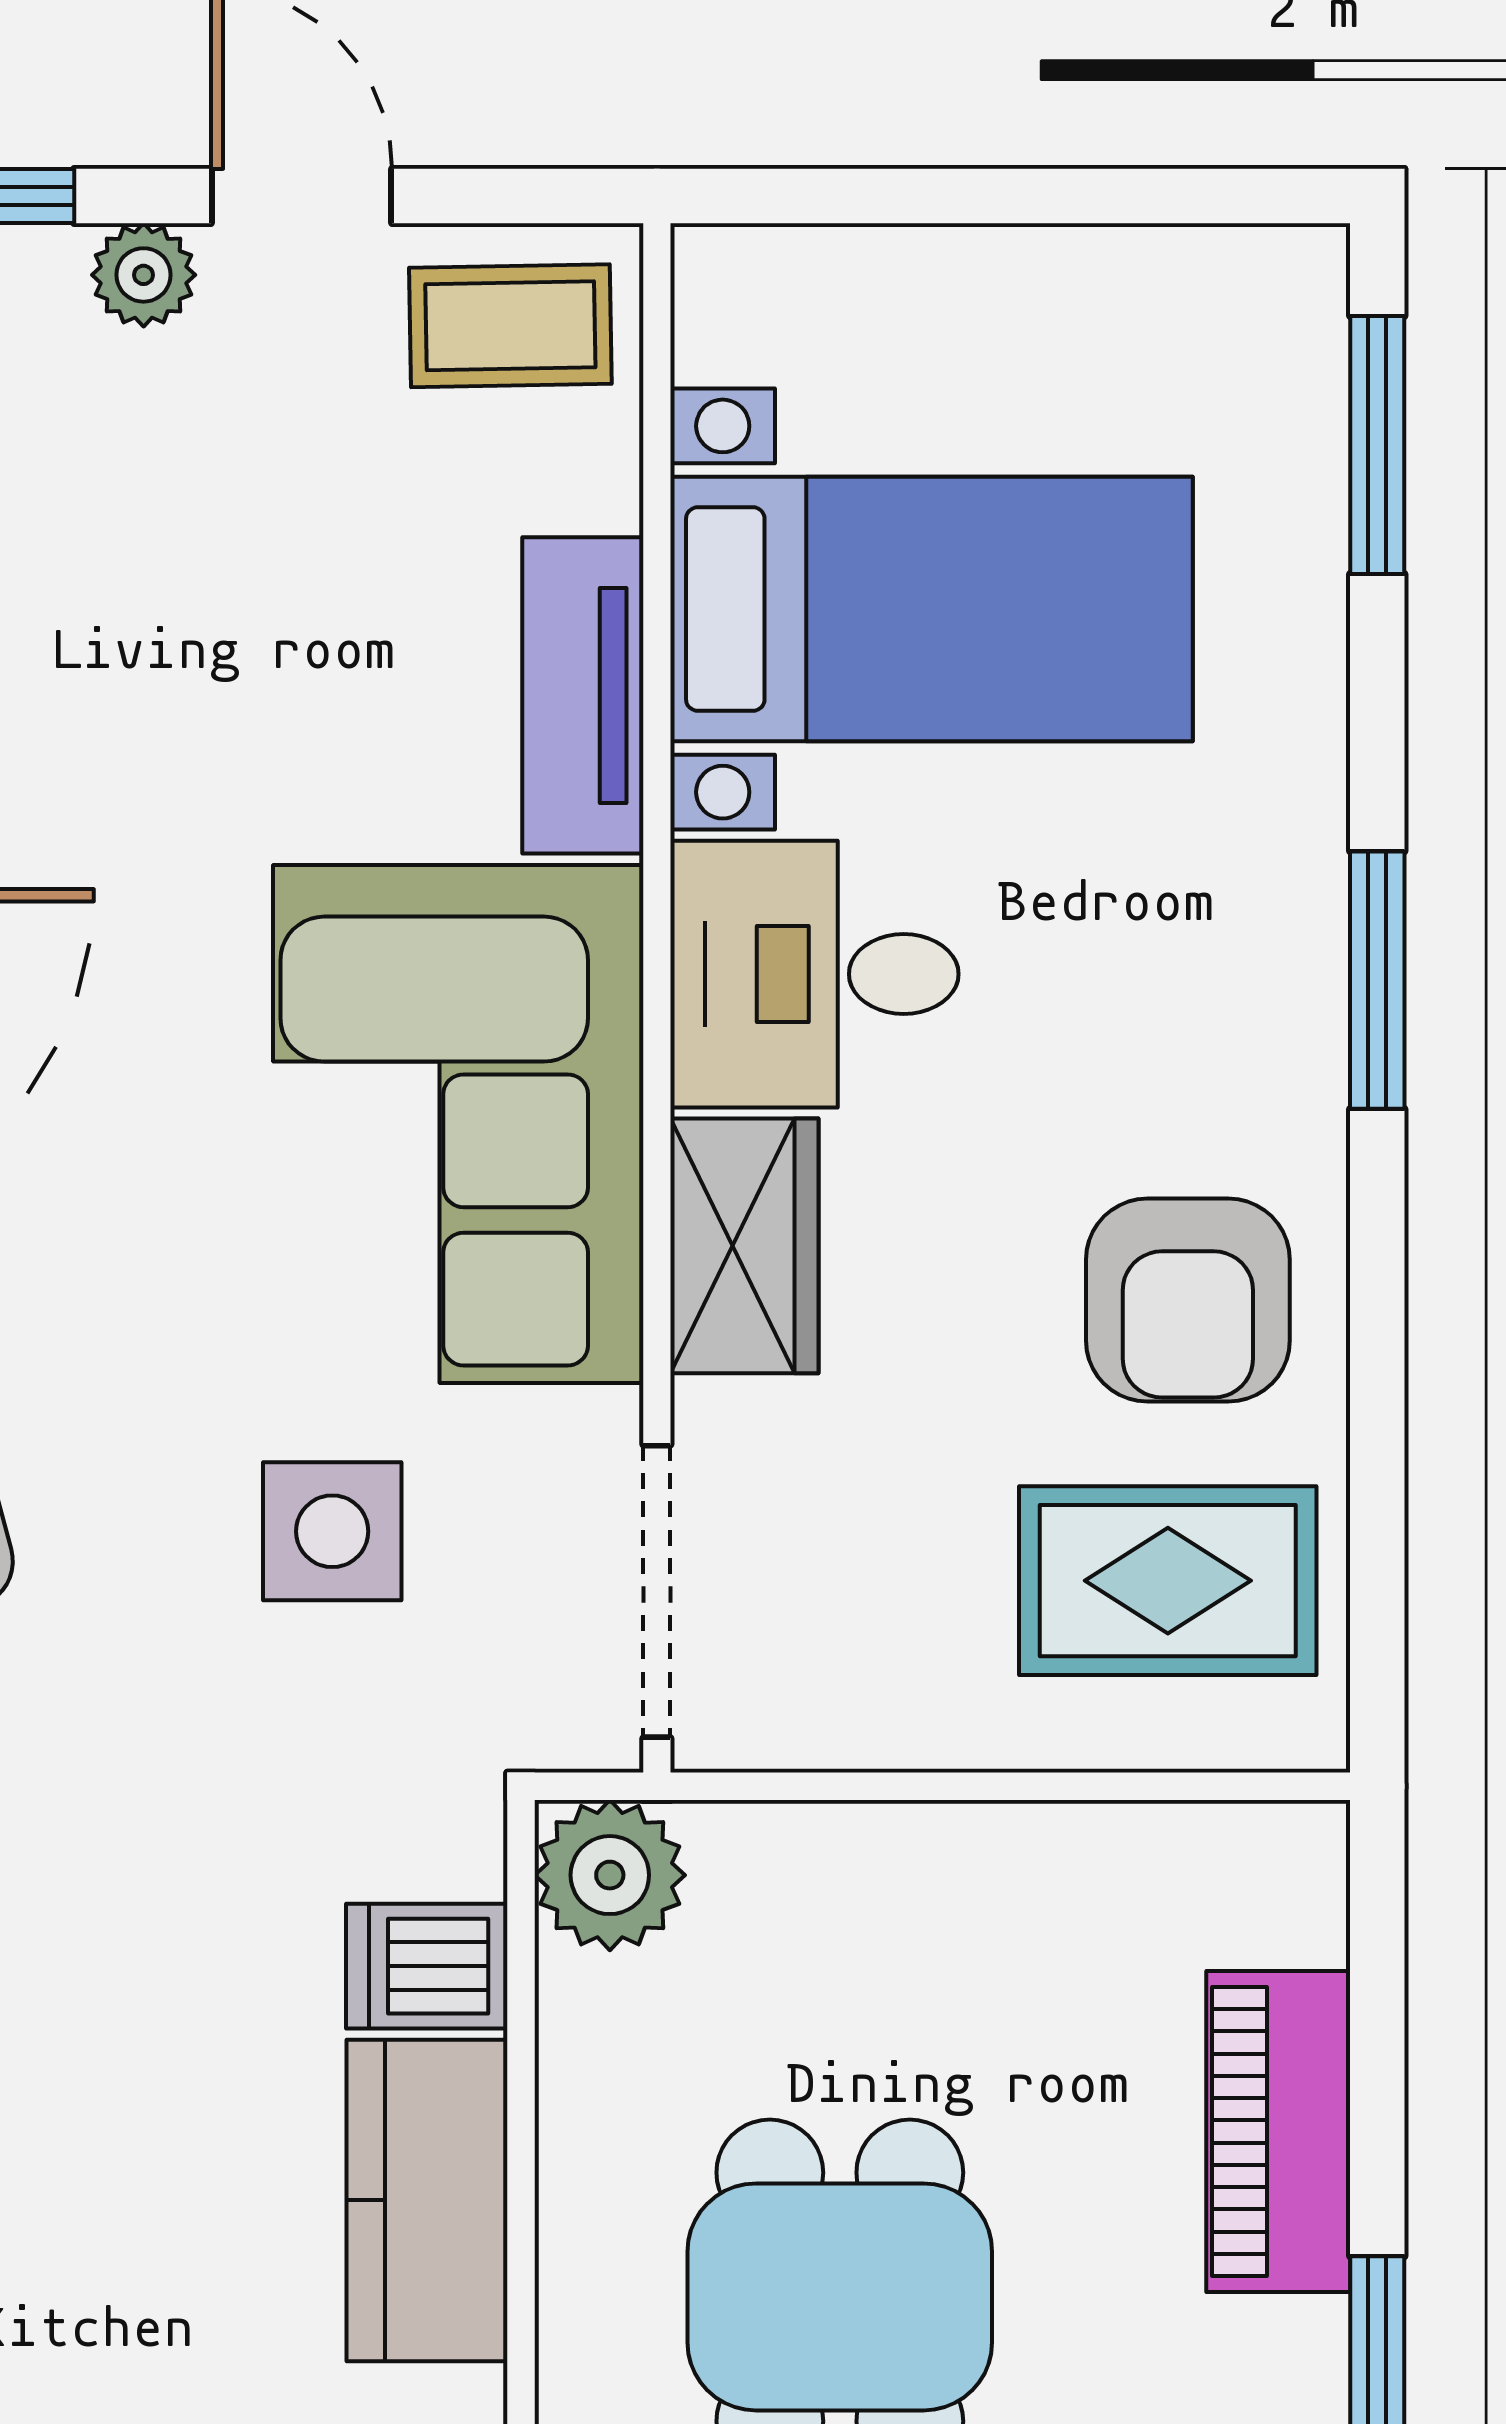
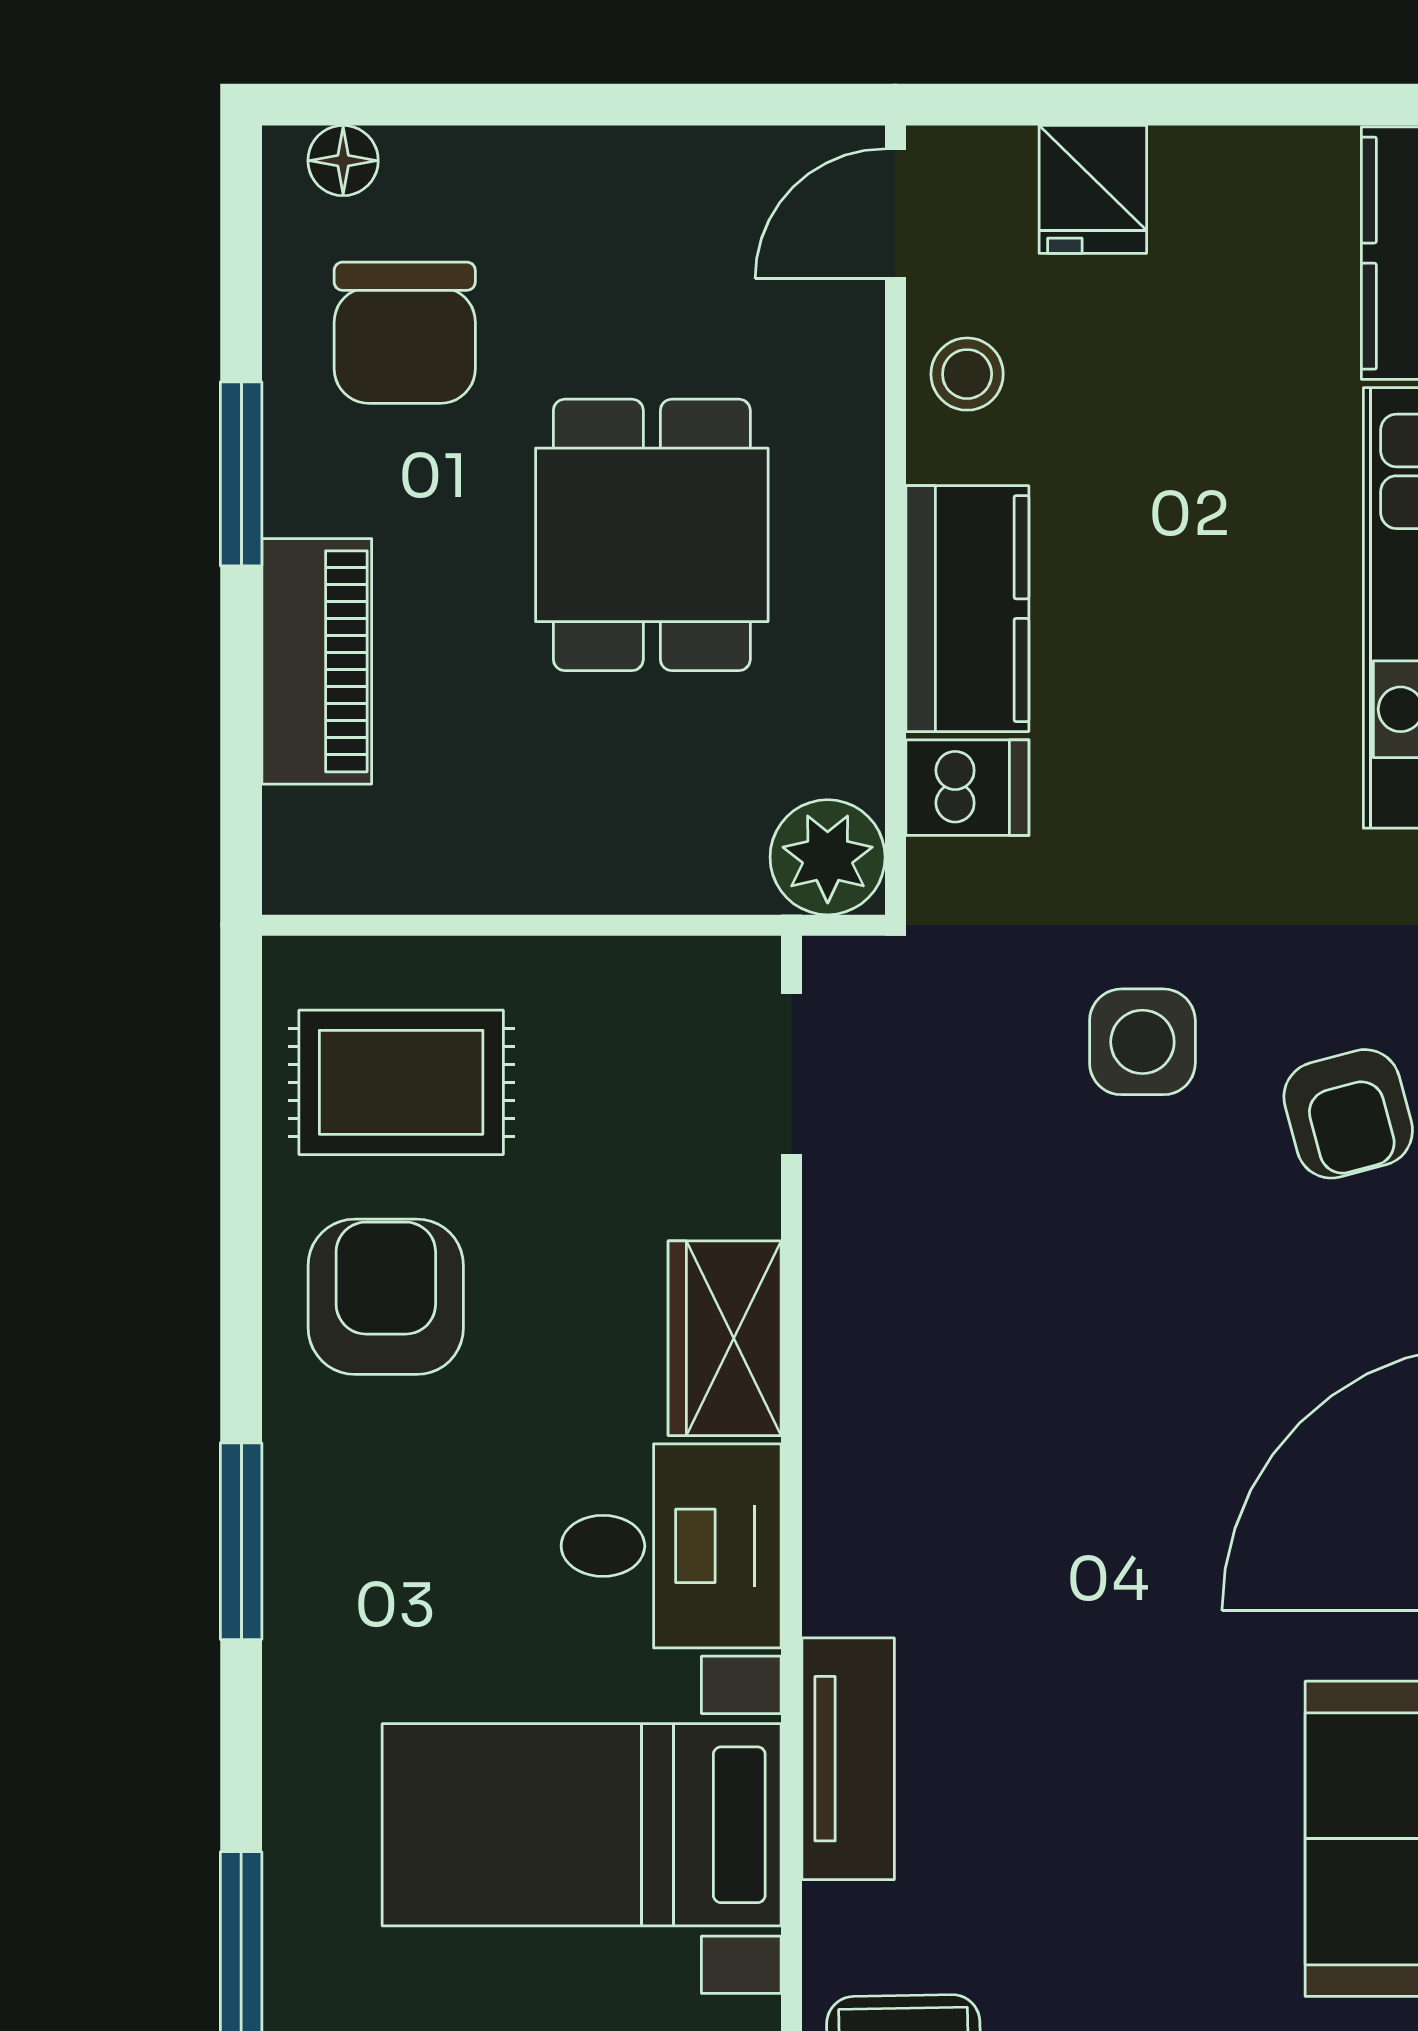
corner sofa: (458, 1124) -> (943, 1431), removed
side table: (332, 1531) -> (1142, 1042), moved
doorway: (657, 1591) -> (792, 1074), width x0.73

